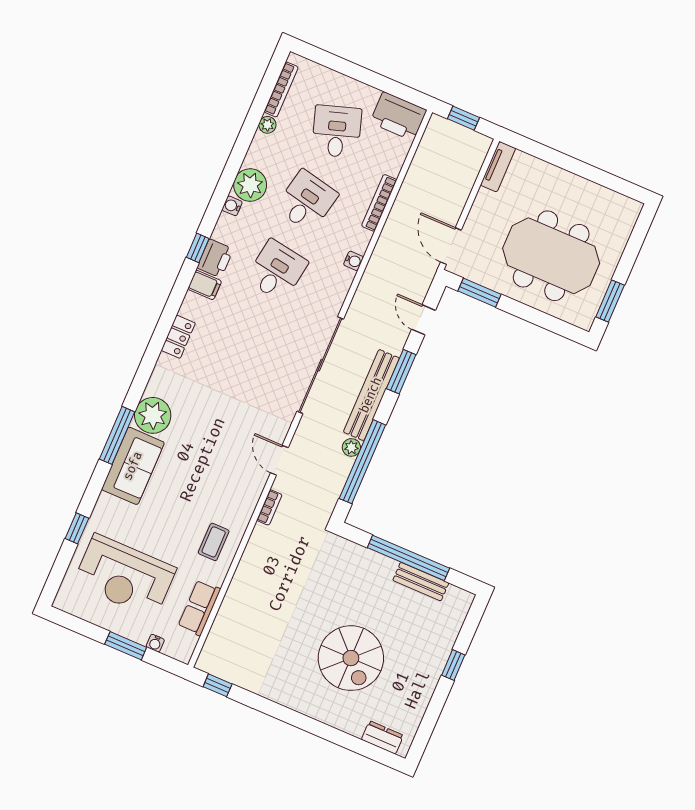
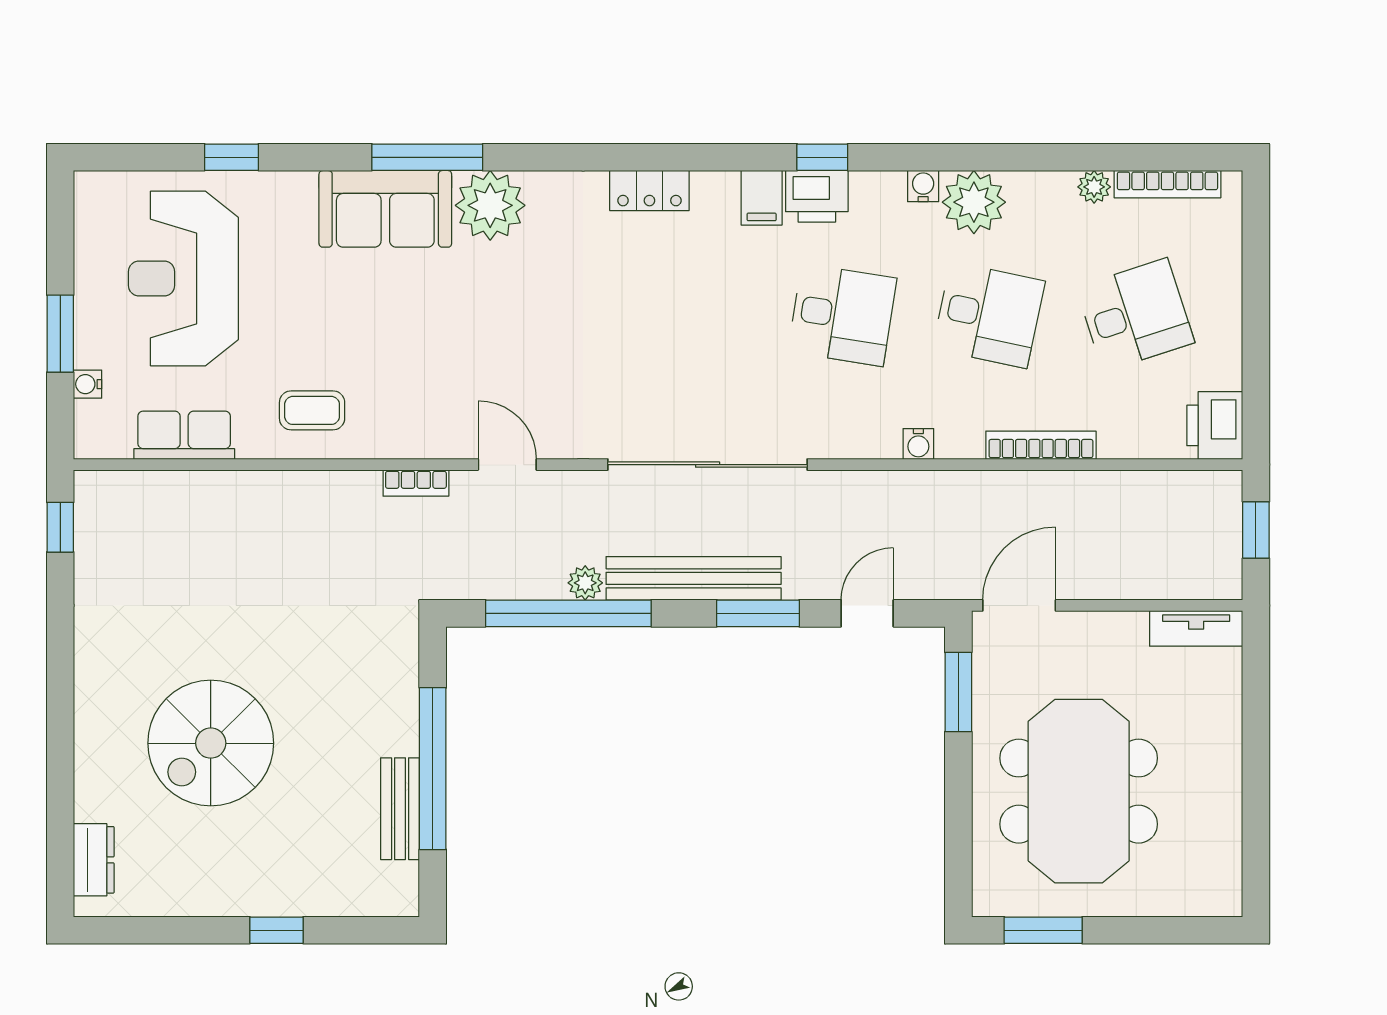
printer: (398, 116) -> (1215, 425), width x0.73, depth x0.84
door: (279, 460) -> (507, 465), hinge flipped

